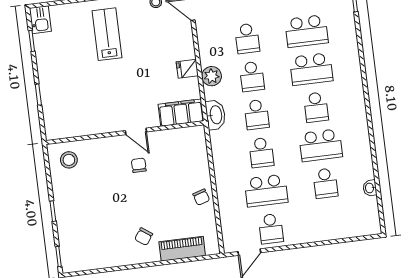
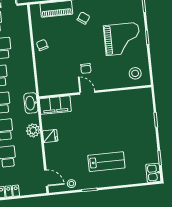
lab bench: (107, 34) -> (106, 162), turned -90
grand piano: (88, 208) -> (122, 39), added

